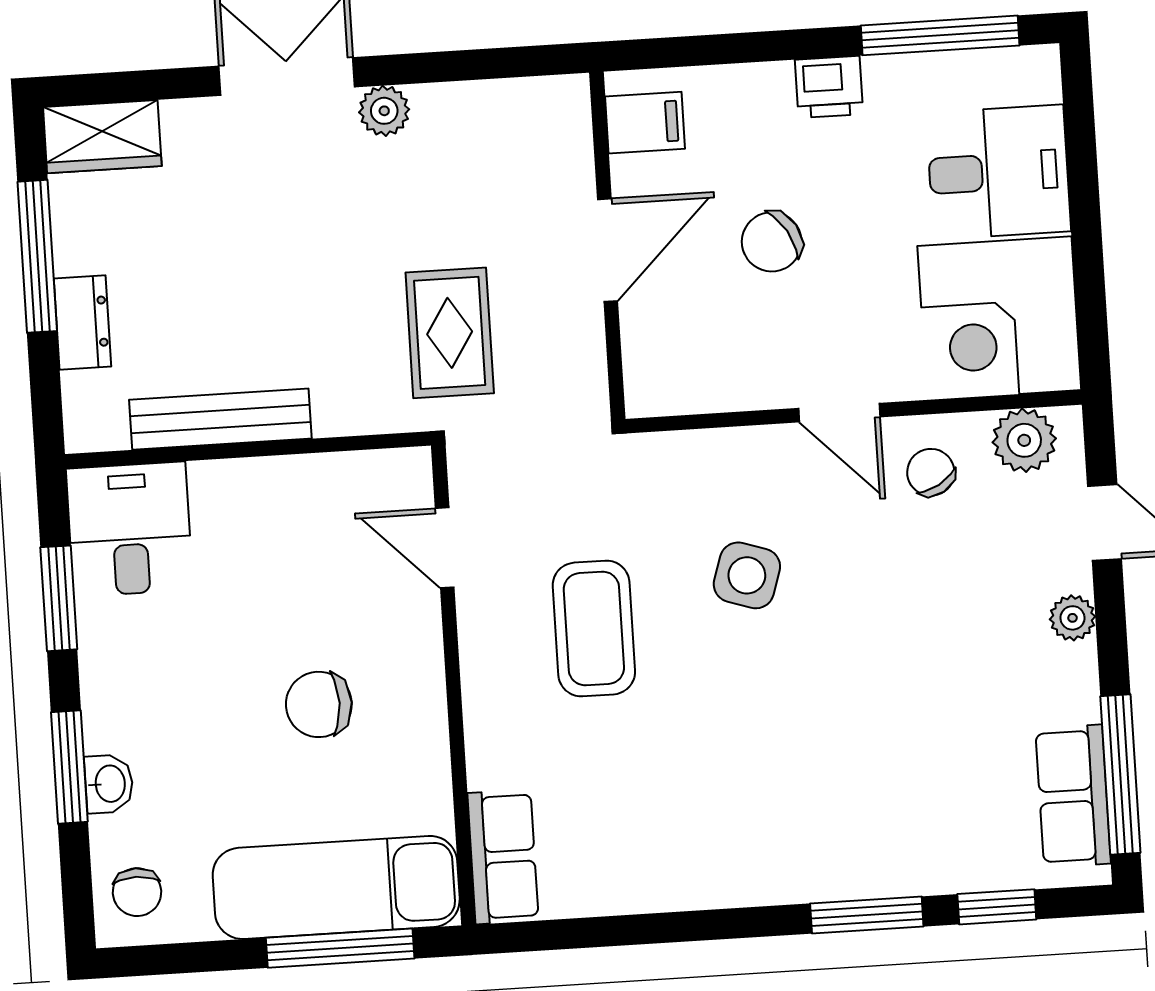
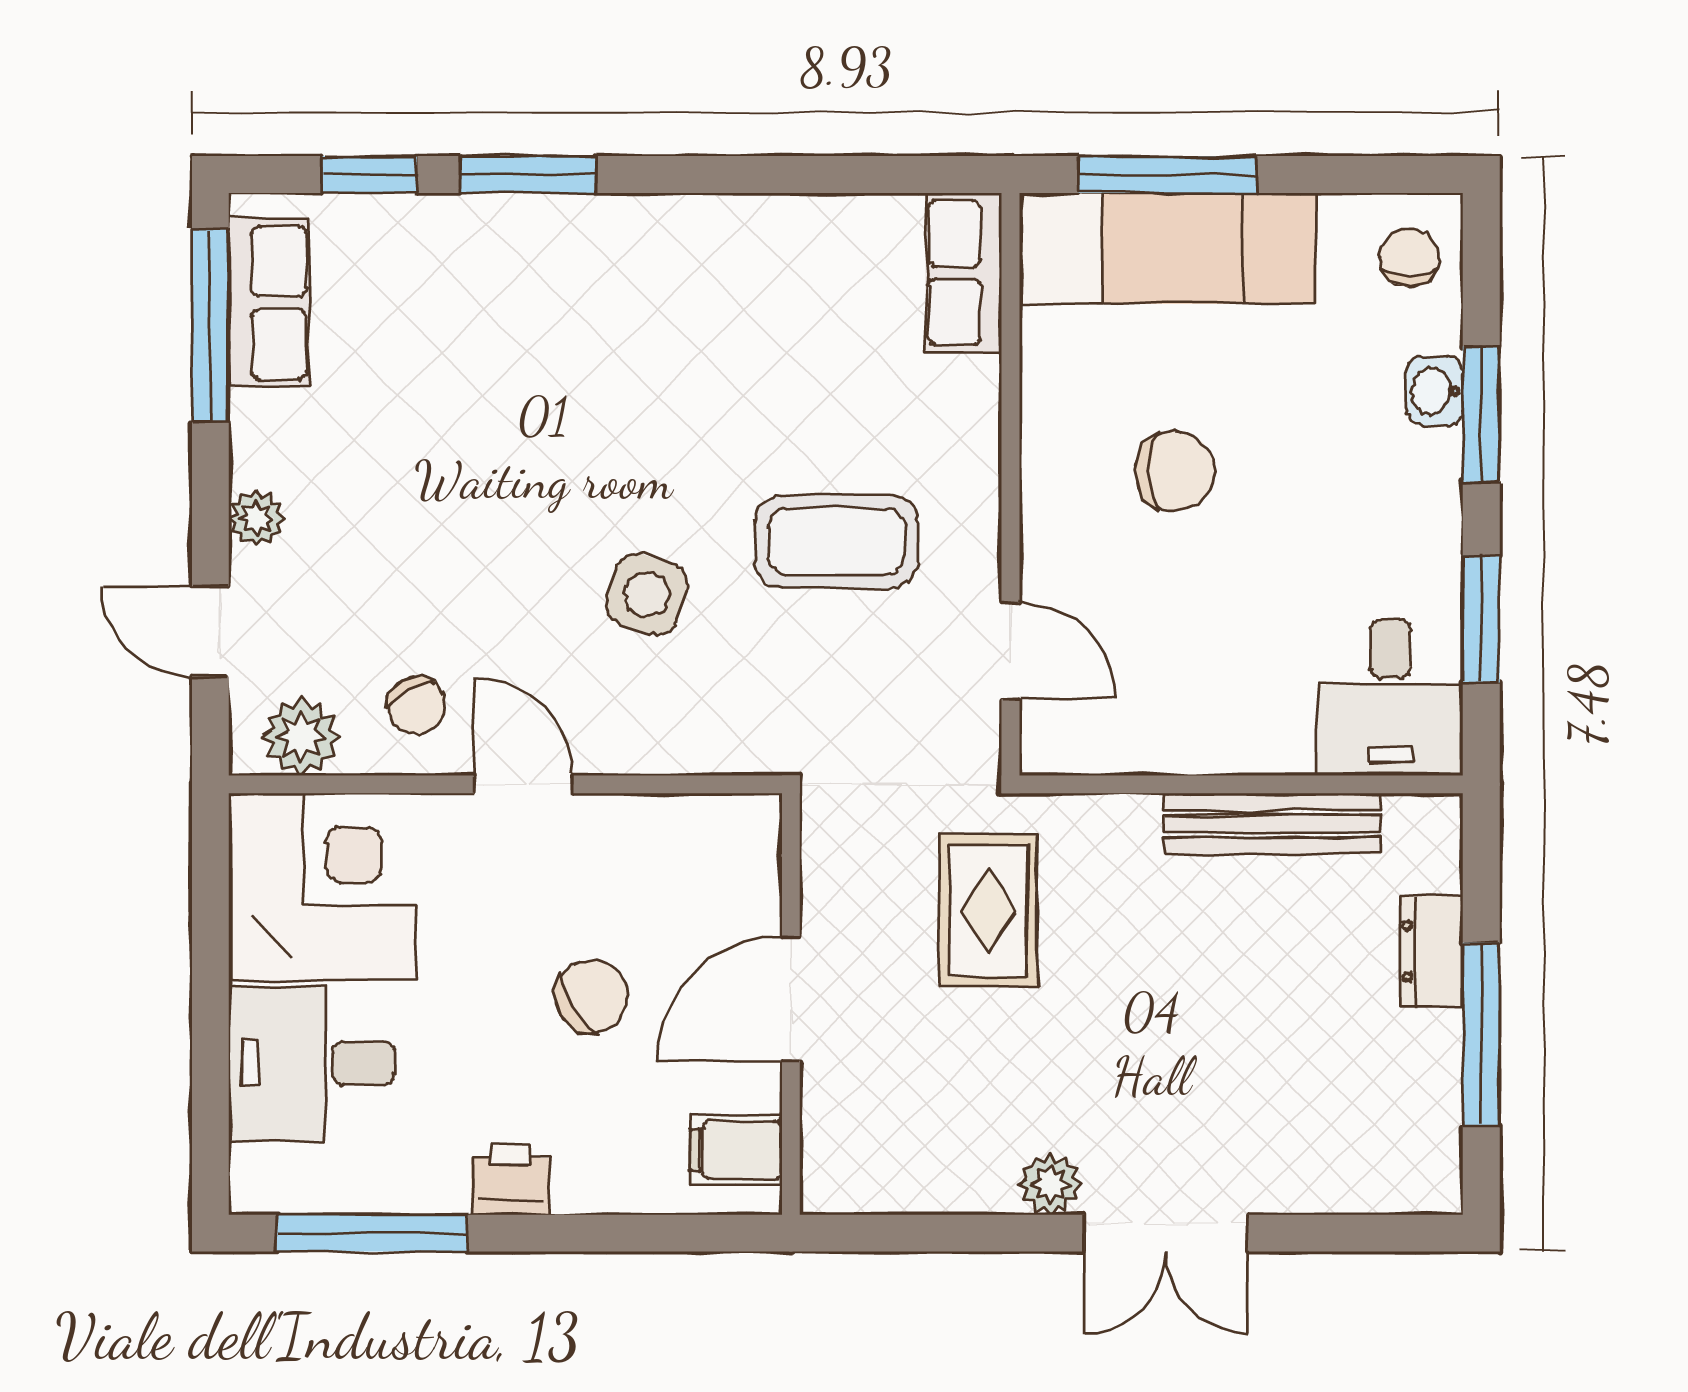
wardrobe: (102, 137) -> (1394, 1175), removed
coffee table: (594, 629) -> (836, 542), turned 90

